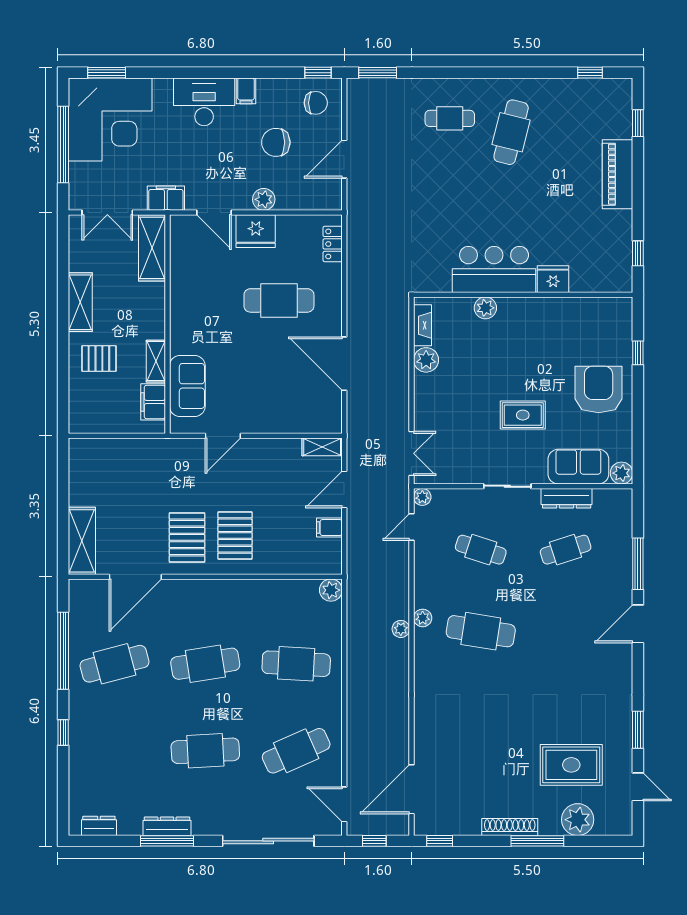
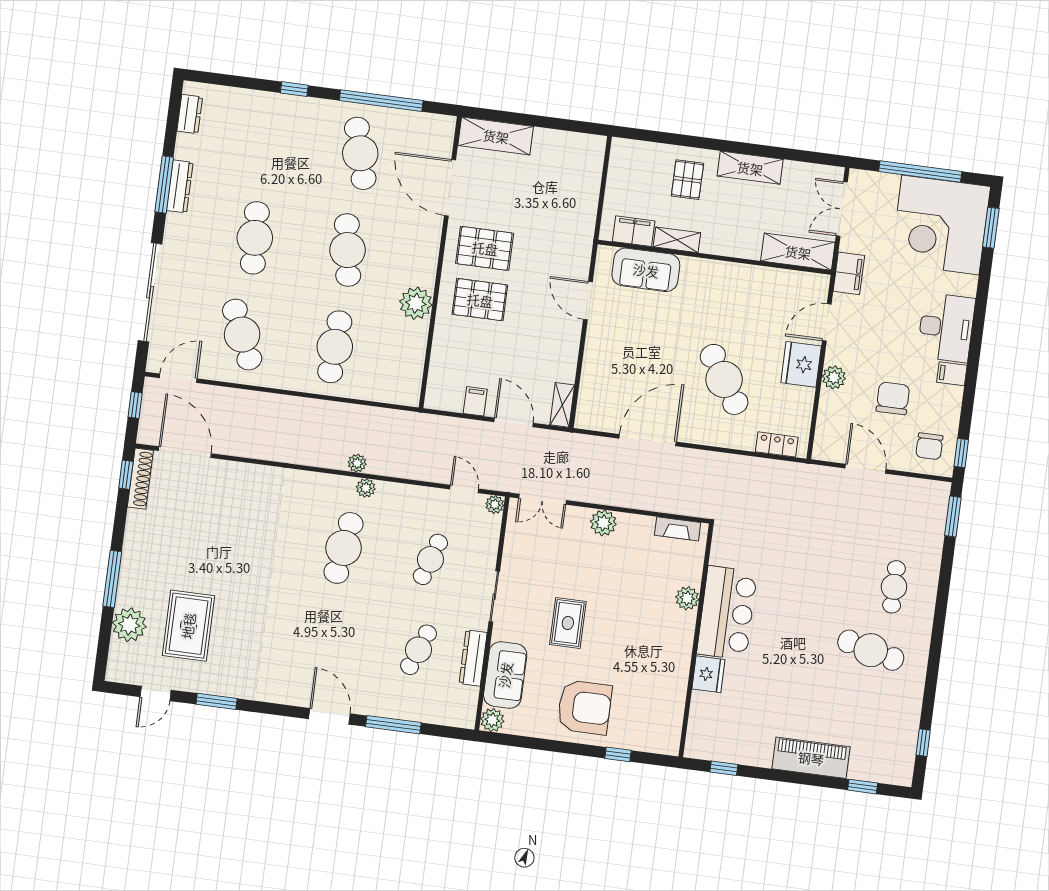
cafe table: (279, 300) -> (724, 379), turned -33
plant: (426, 360) -> (603, 523), moved
cafe table: (566, 550) -> (419, 650), turned 39
plant: (331, 590) -> (416, 303), moved, width x1.36, depth x1.36
shoe rack: (510, 827) -> (140, 479), moved

